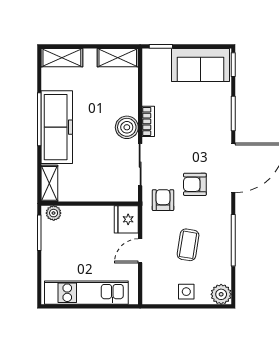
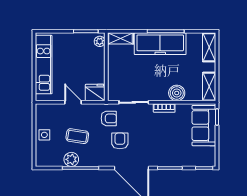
sofa: (201, 65) -> (204, 126), moved
boiler: (127, 127) -> (177, 93), moved
plant: (221, 294) -> (71, 159), moved

